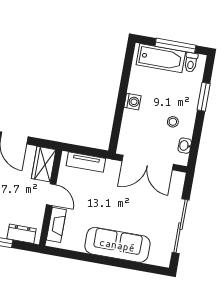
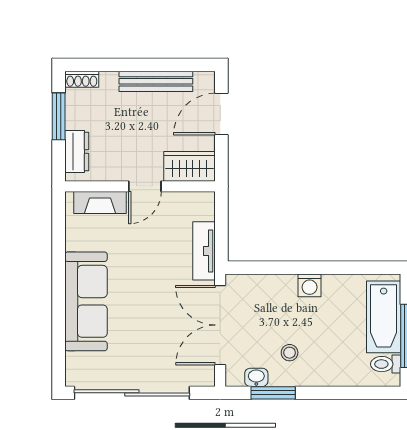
window: (204, 97) -> (273, 393), moved
tv unit: (86, 162) -> (204, 251), moved
sliding door: (181, 226) -> (132, 393), width x1.36

